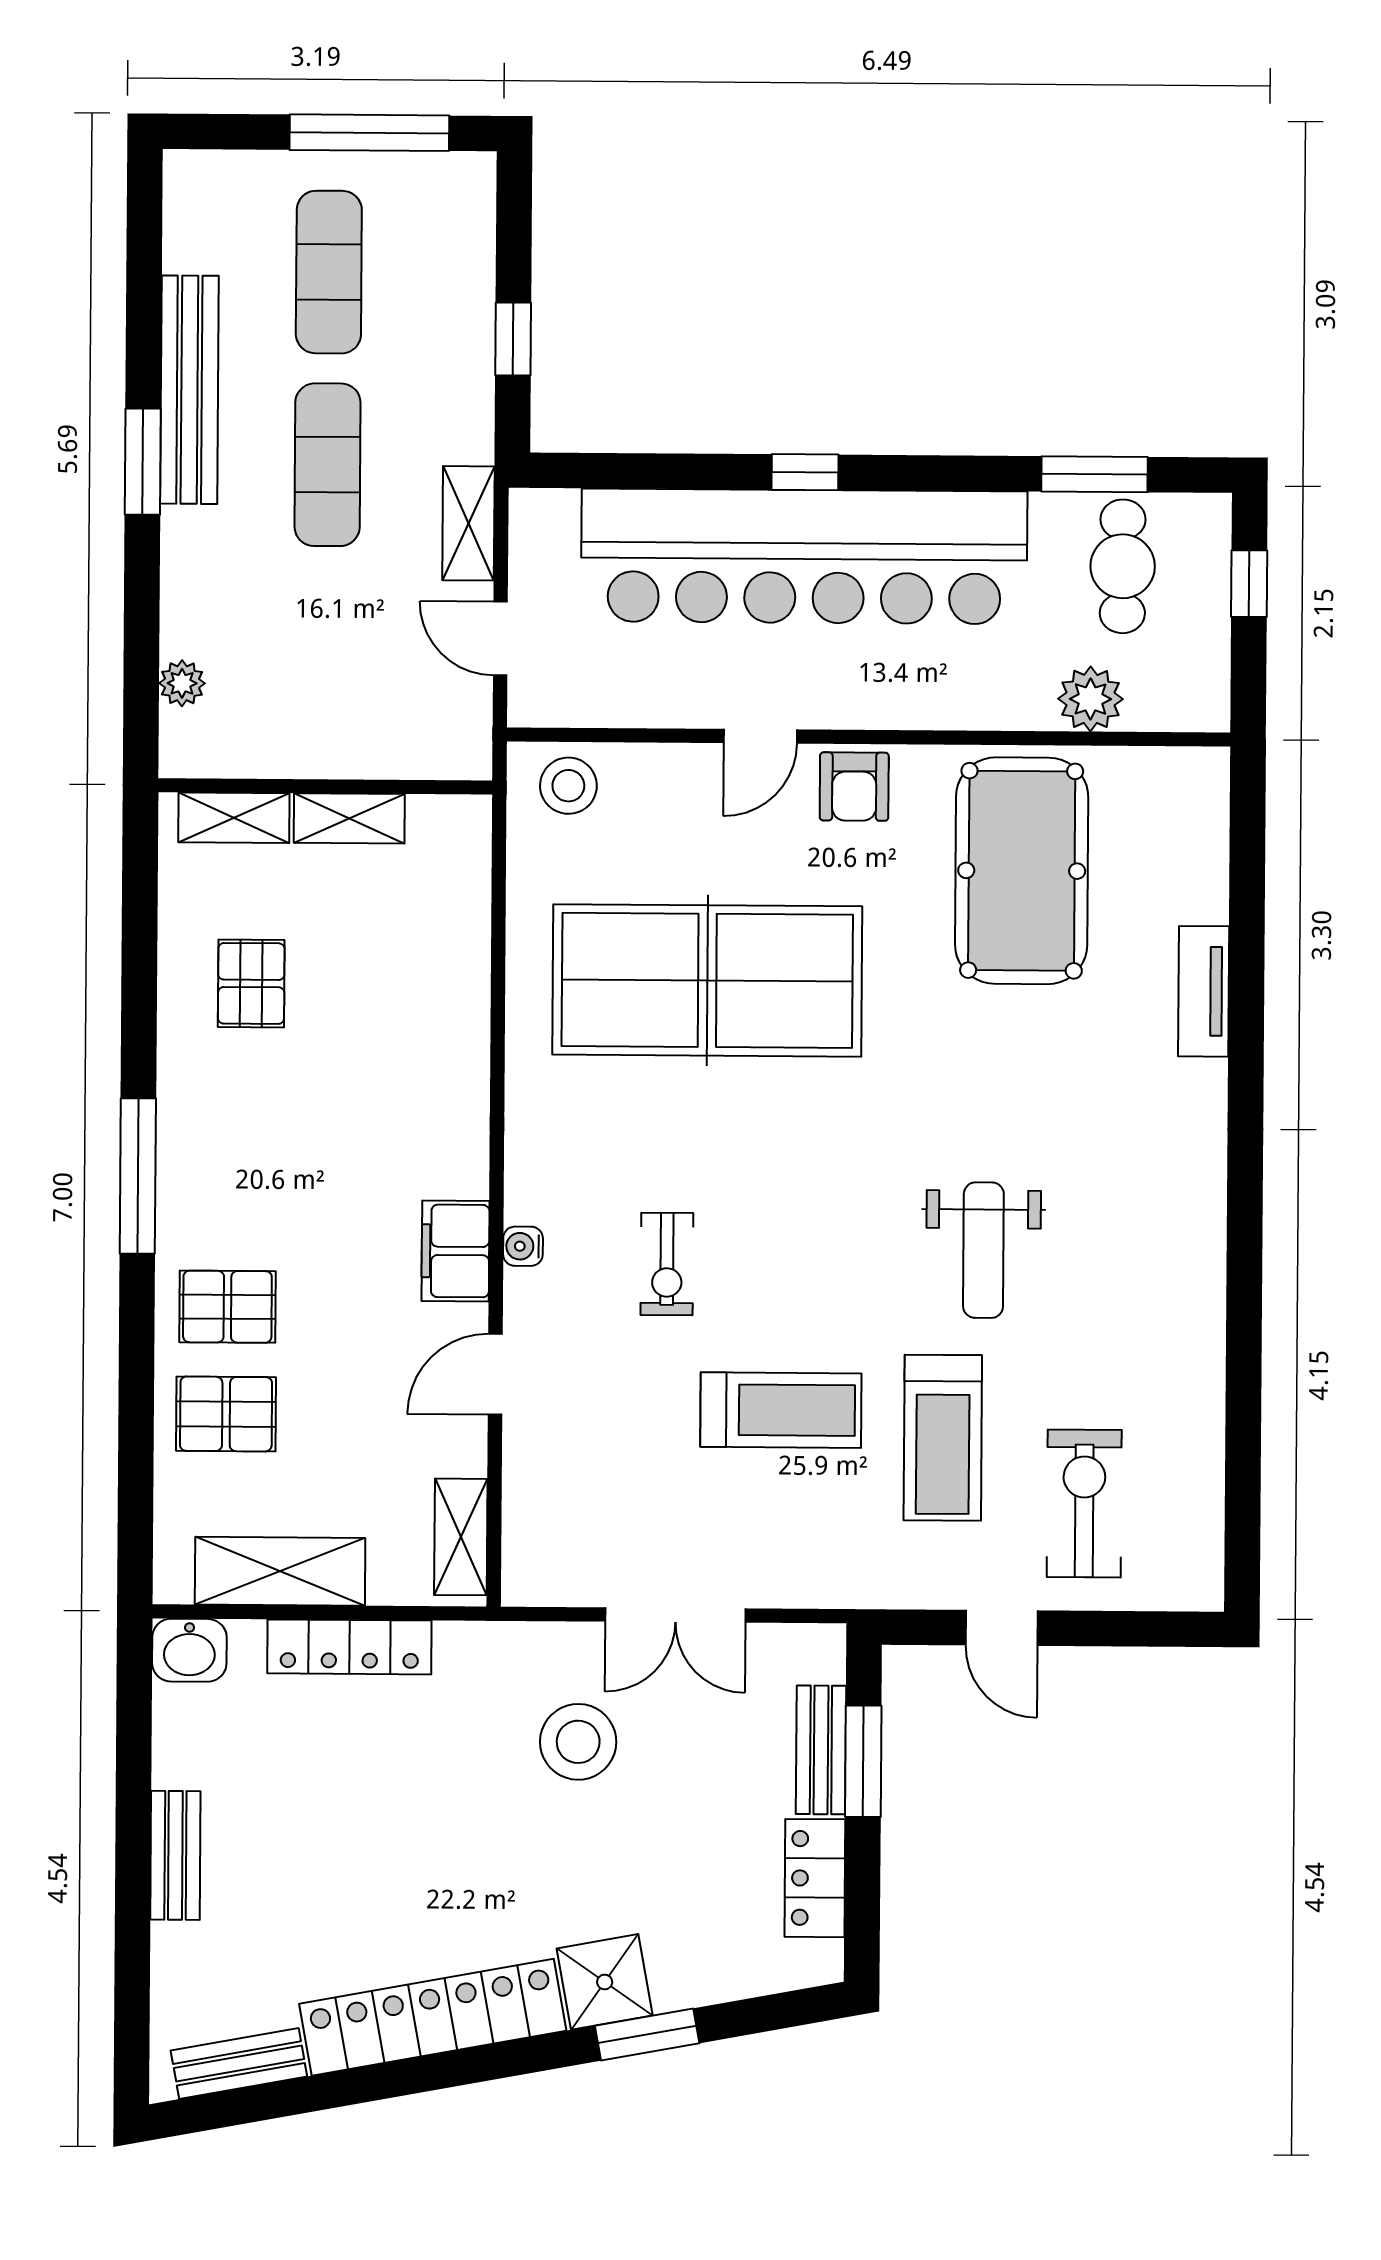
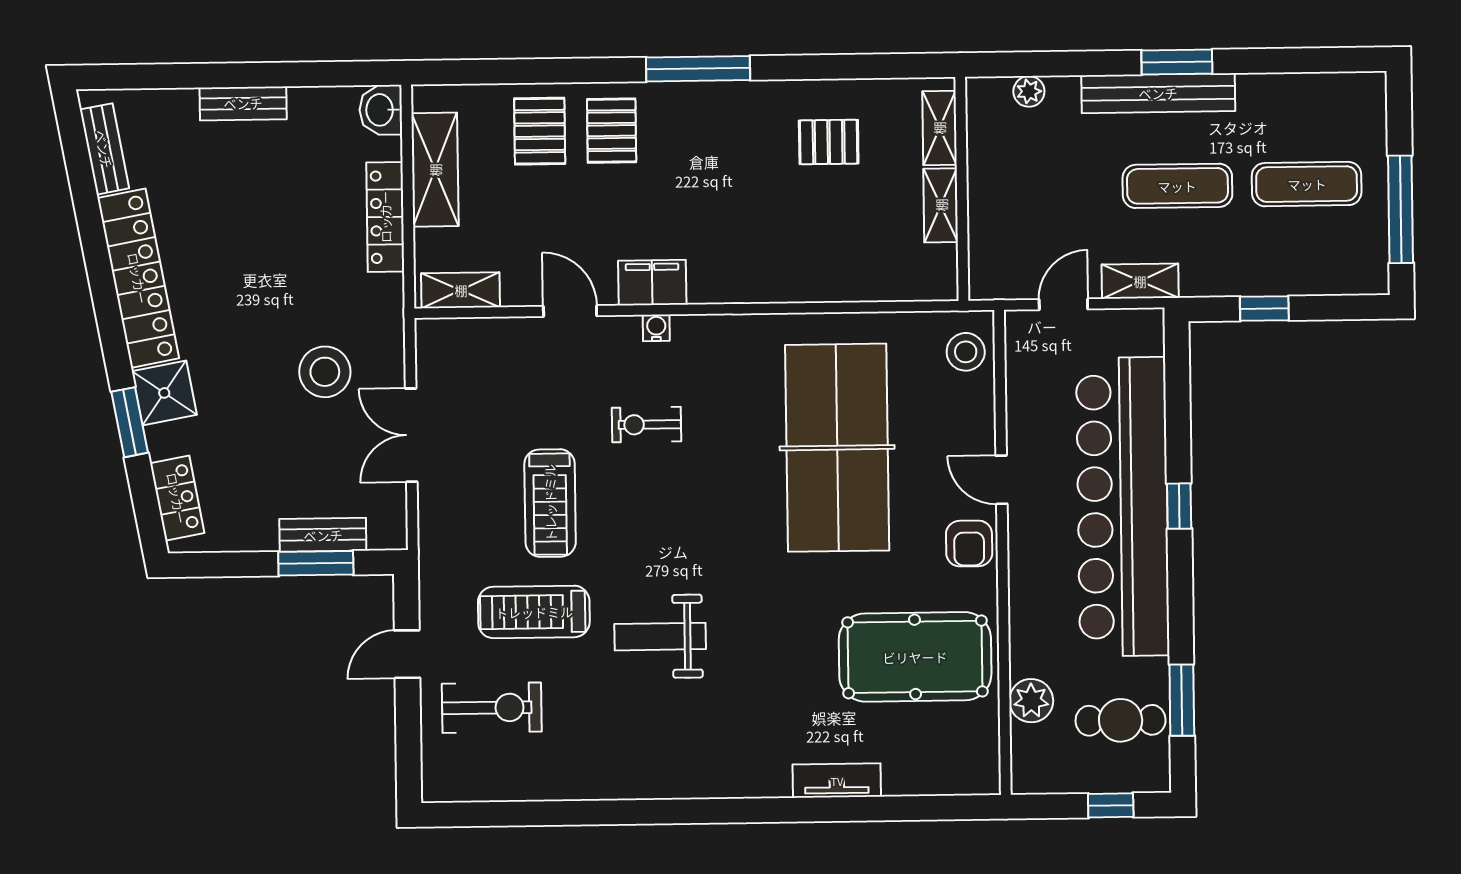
bench: (189, 390) -> (1158, 93), moved
armchair: (854, 787) -> (969, 543), turned -90
locker: (815, 1878) -> (177, 498), moved, turned 80

